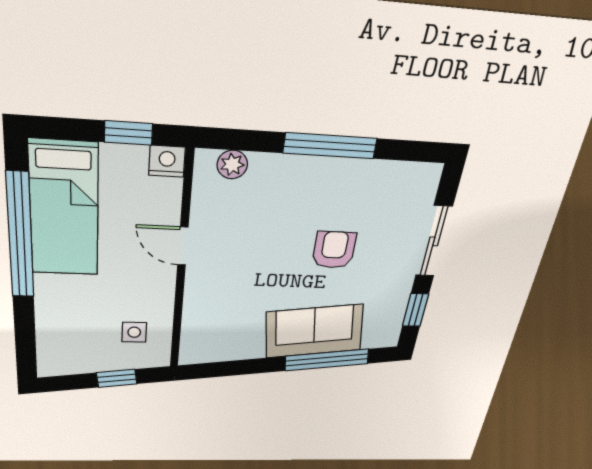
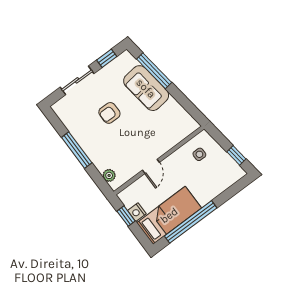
nightstand: (167, 161) -> (137, 212), moved
window: (117, 378) -> (236, 155), moved

